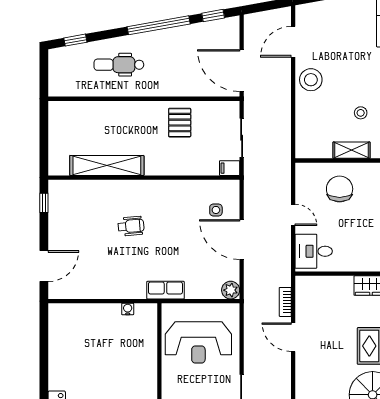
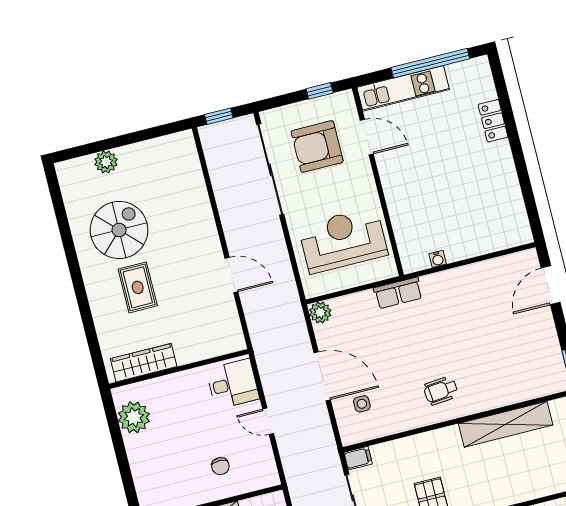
chair: (340, 189) -> (220, 466), width x0.54, depth x0.54
wheelchair: (131, 226) -> (441, 391), moved
bookcase: (285, 302) -> (251, 315), removed

